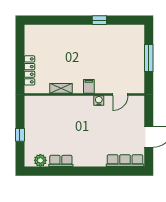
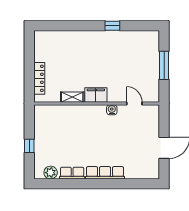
filing cabinet: (89, 86) -> (96, 95), width x2.00
door: (120, 94) -> (134, 104), swing flipped
row of seats: (125, 161) -> (105, 173), moved

